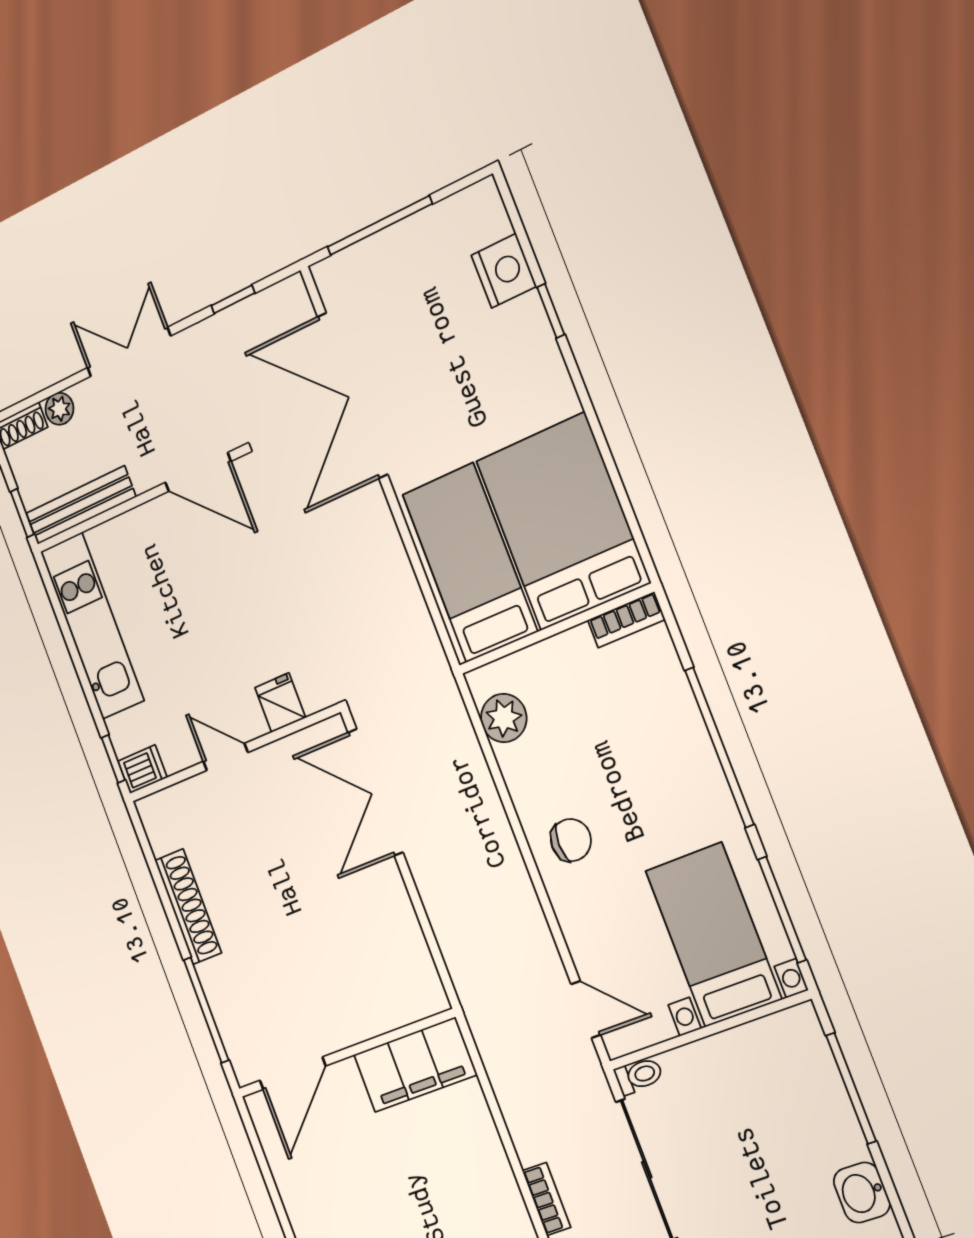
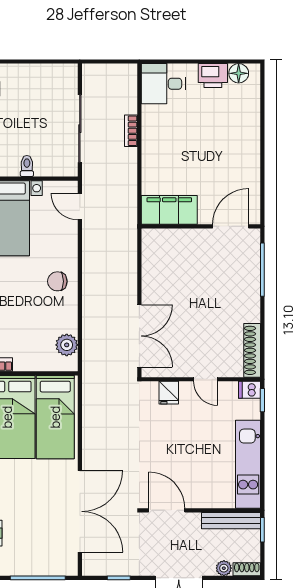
shoe rack: (188, 907) -> (252, 350), moved
toilet: (639, 1076) -> (27, 166), moved, turned 90

